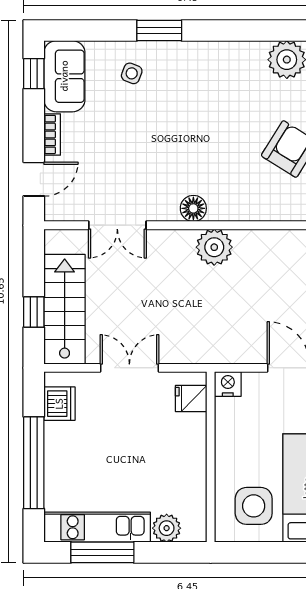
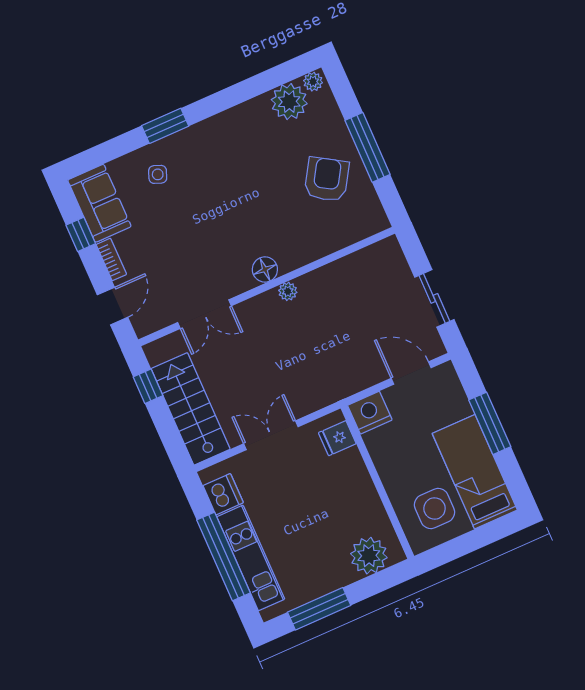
window: (34, 74) -> (81, 234), moved
plant: (214, 247) -> (288, 291), width x0.53, depth x0.53
window: (34, 312) -> (148, 386), moved
nightstand: (228, 384) -> (370, 413), width x1.36, depth x1.33
kitchen unit: (97, 527) -> (251, 558), moved, turned 90
plant: (167, 528) -> (369, 556), width x1.36, depth x1.36

